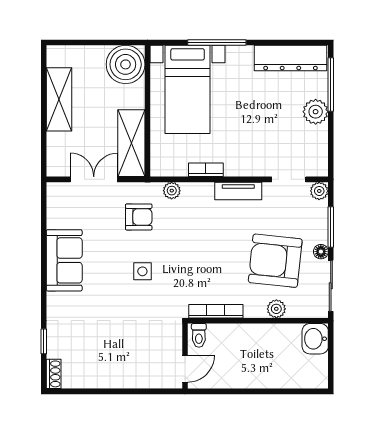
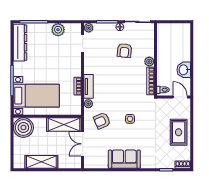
plant: (316, 112) -> (58, 30), moved
tv unit: (238, 191) -> (89, 86), moved
armchair: (139, 217) -> (102, 121), turned -113
armchair: (275, 261) -> (124, 50), width x0.53, depth x0.53
plant: (276, 309) -> (149, 62), moved
washbasin: (315, 339) -> (184, 70), moved, turned 90
rug: (116, 366) -> (179, 132), added

